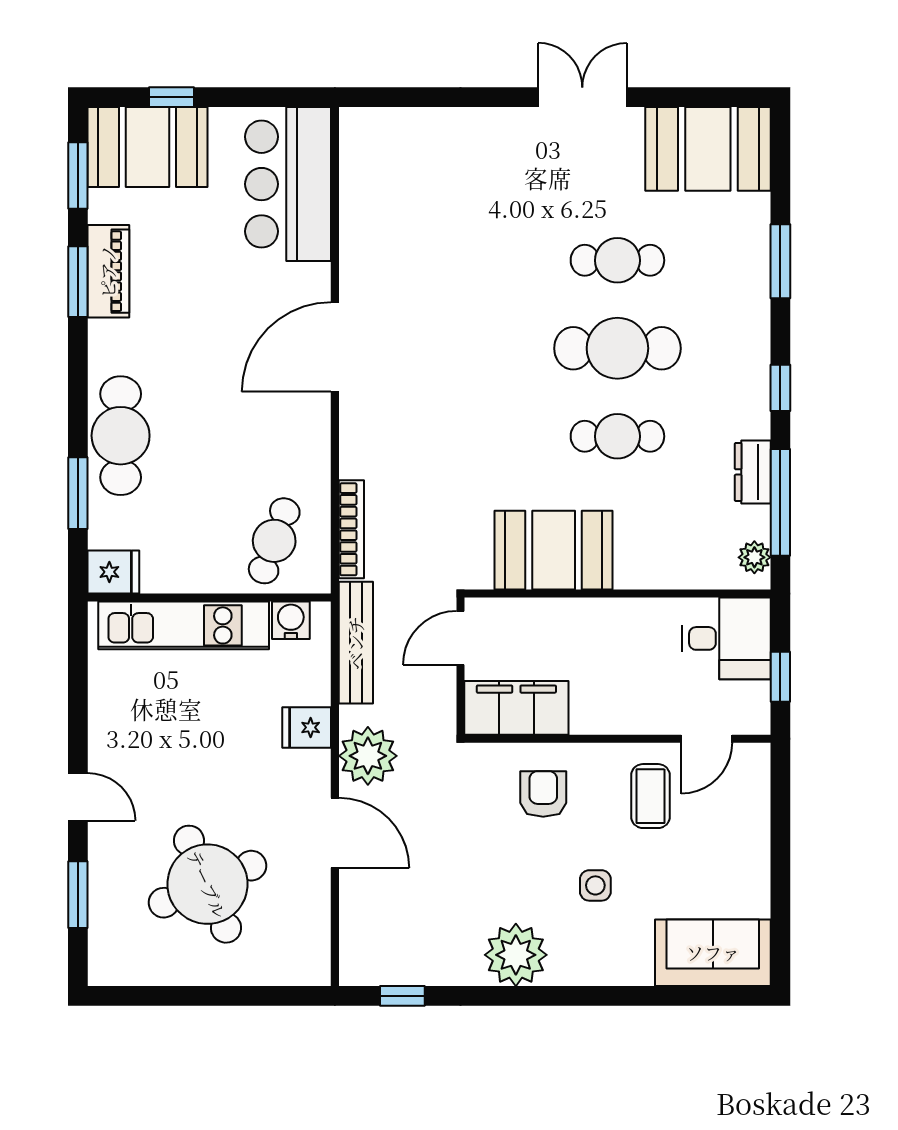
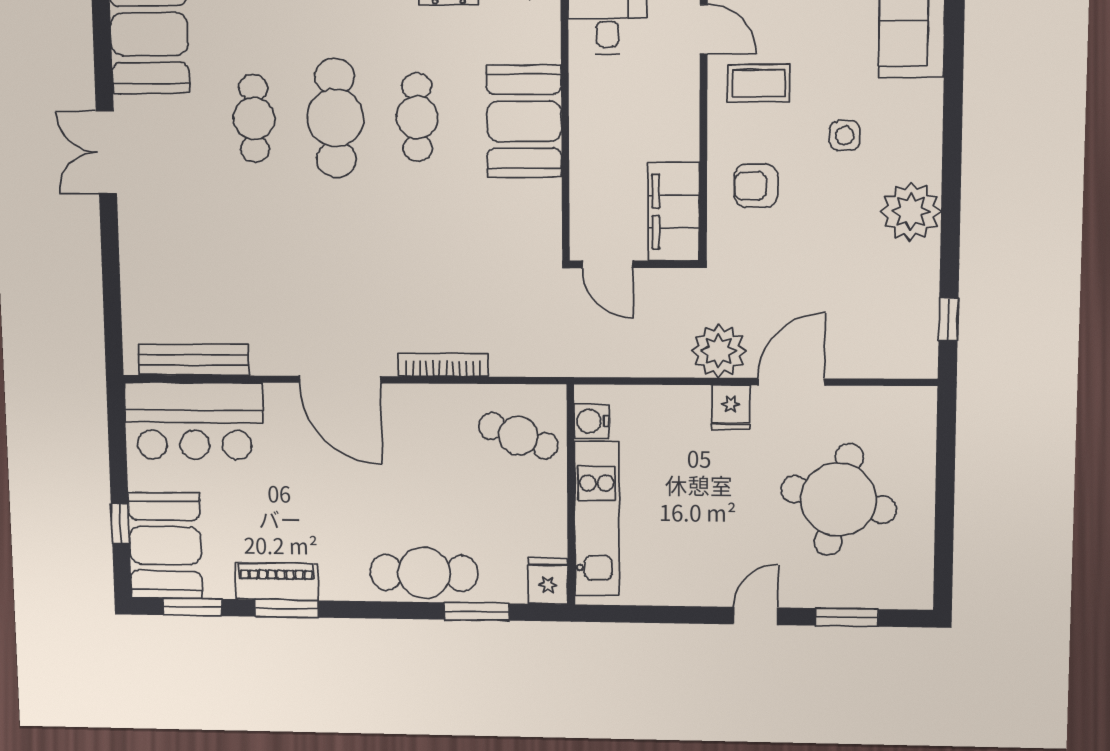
bookcase: (351, 529) -> (443, 365), moved
booth: (554, 550) -> (524, 121), moved
bench: (356, 643) -> (193, 360), moved
fridge: (307, 727) -> (731, 408), moved
round table: (207, 884) -> (839, 500), turned 36

